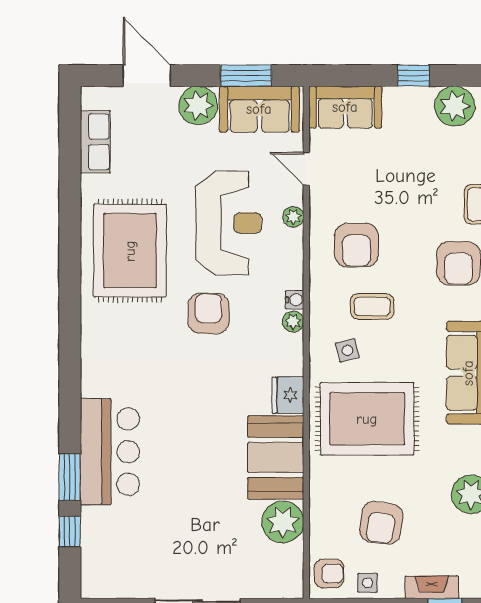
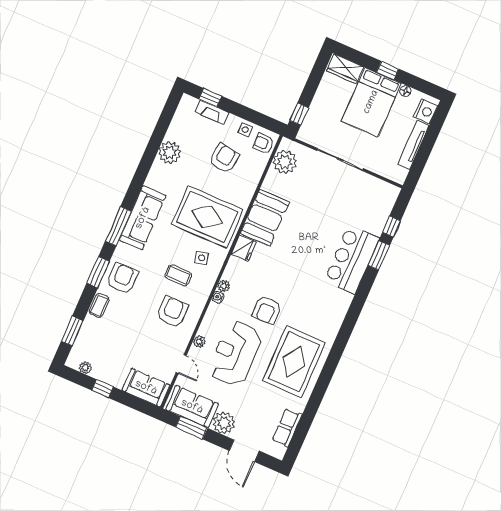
plant: (455, 106) -> (85, 368), width x0.53, depth x0.53
plant: (283, 522) -> (285, 162), moved

